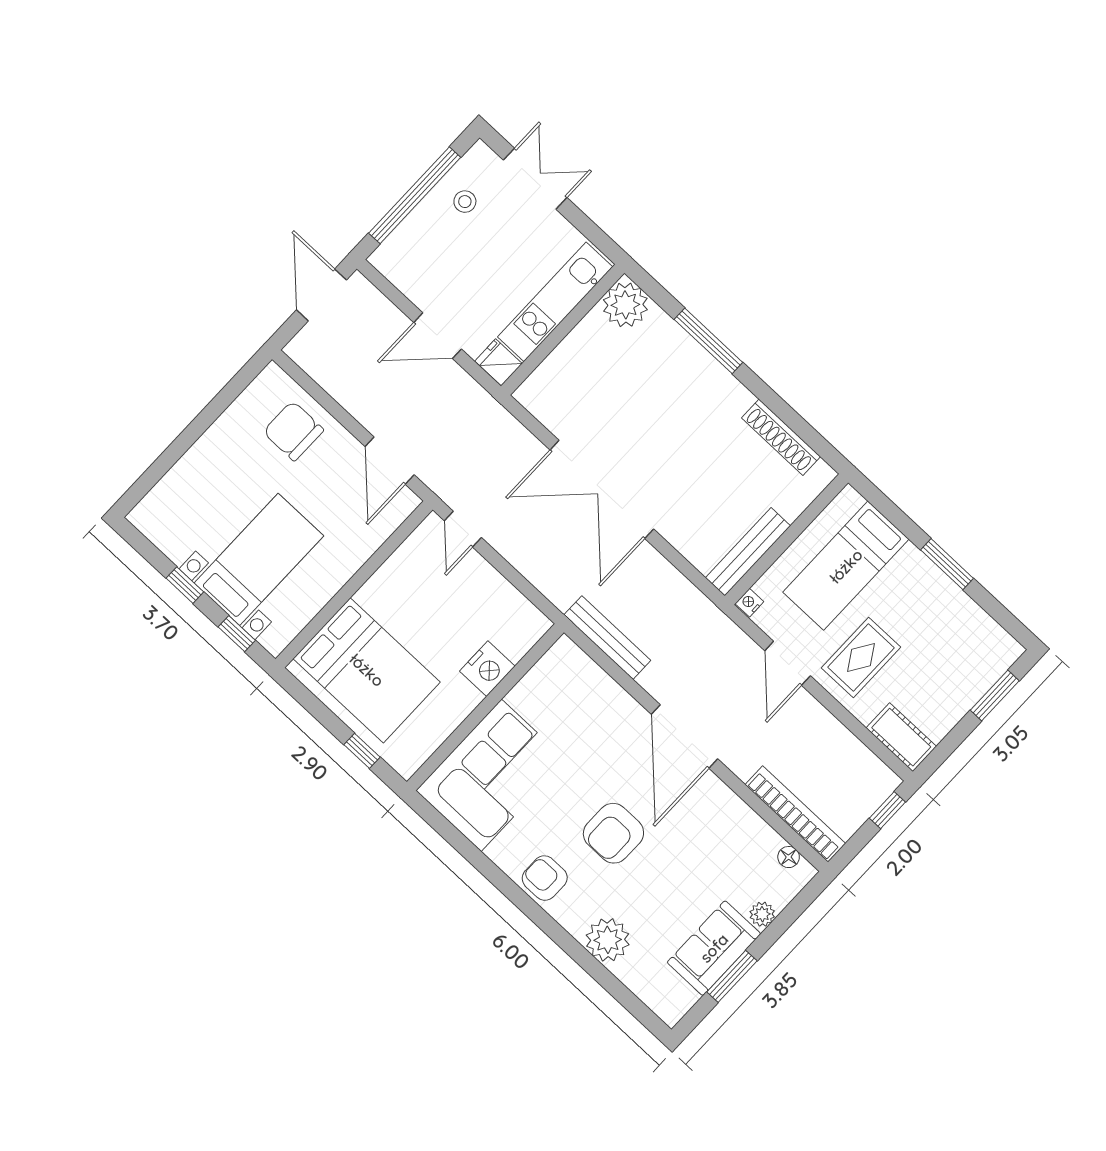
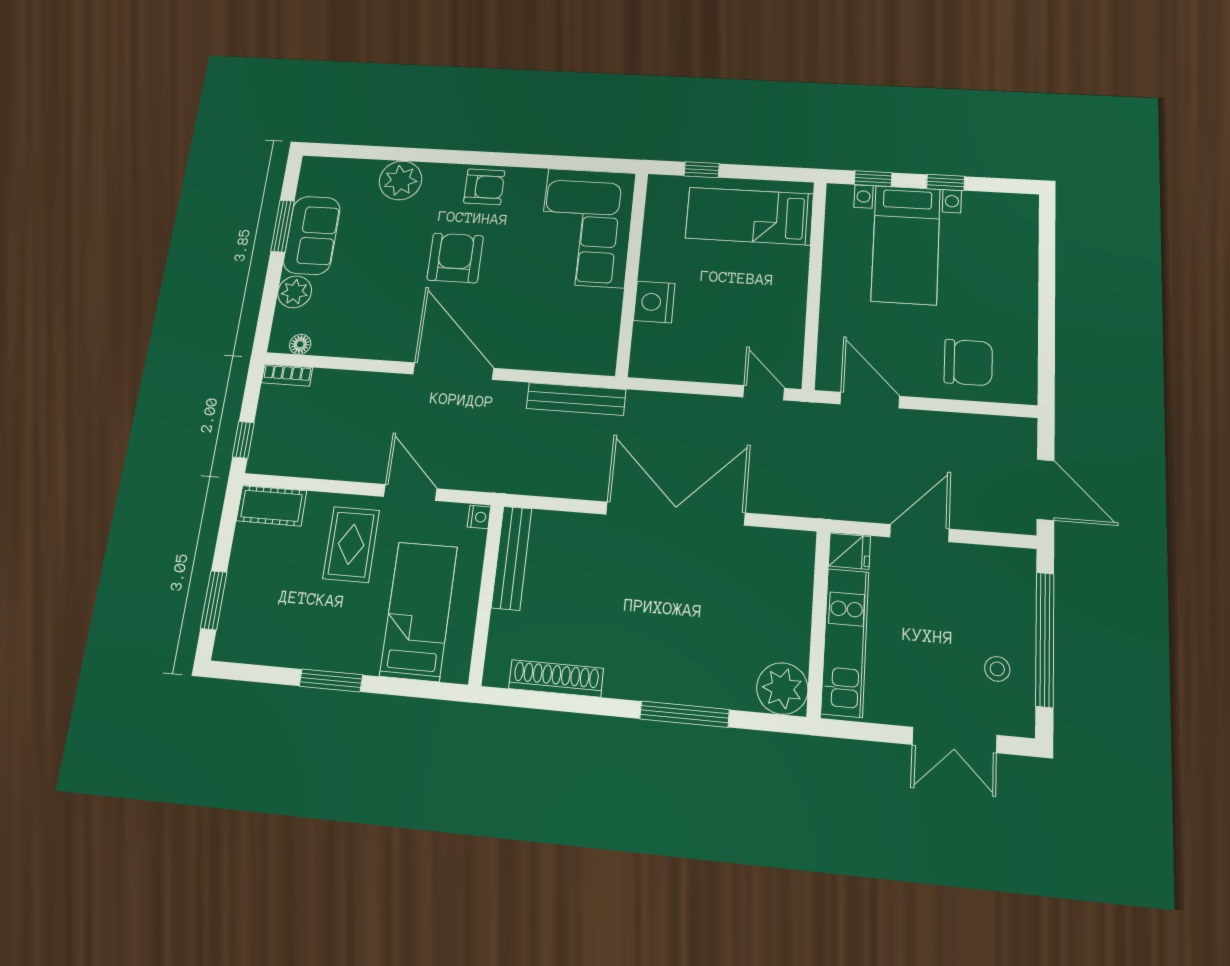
bed: (367, 670) -> (749, 216), width x0.67
bookcase: (795, 814) -> (287, 375), width x0.43, depth x0.76
plant: (762, 914) -> (295, 292), width x1.38, depth x1.38

